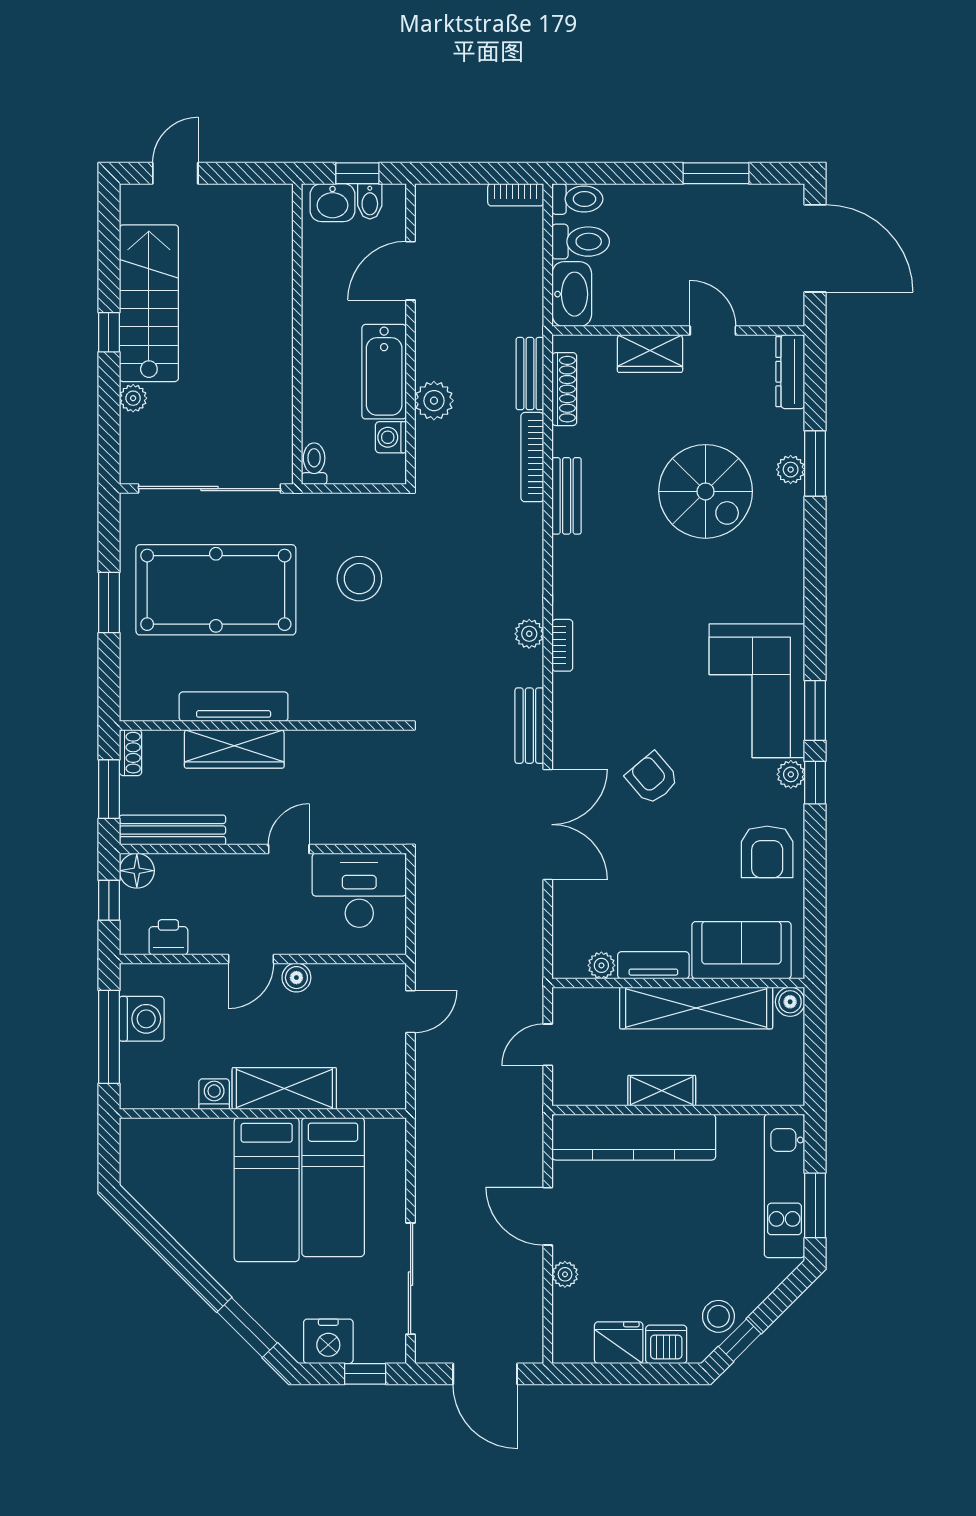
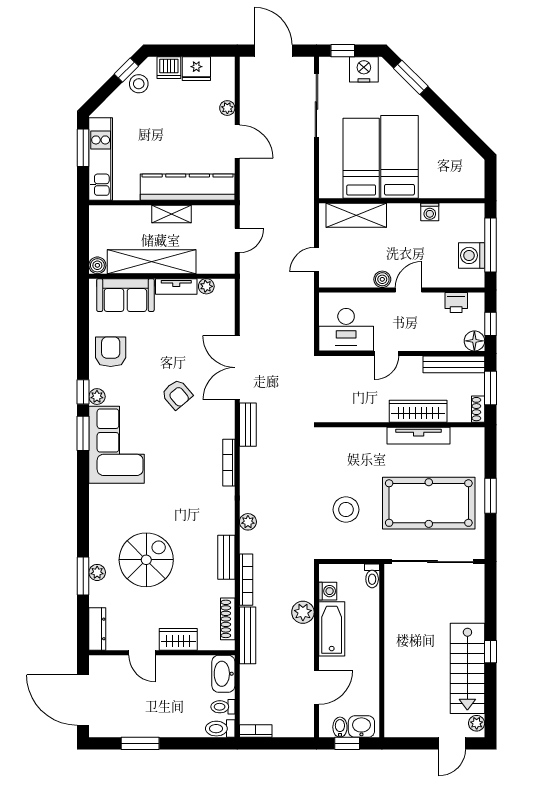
toilet: (581, 242) -> (223, 707), width x0.73, depth x0.72
bench: (530, 374) -> (248, 635), width x1.36
plant: (133, 398) -> (477, 723), moved
spiral stairs: (706, 491) -> (146, 560), turned 90
plant: (529, 634) -> (248, 522), moved
bookcase: (562, 645) -> (229, 463), width x1.56
shelving: (284, 1089) -> (356, 215), moved

